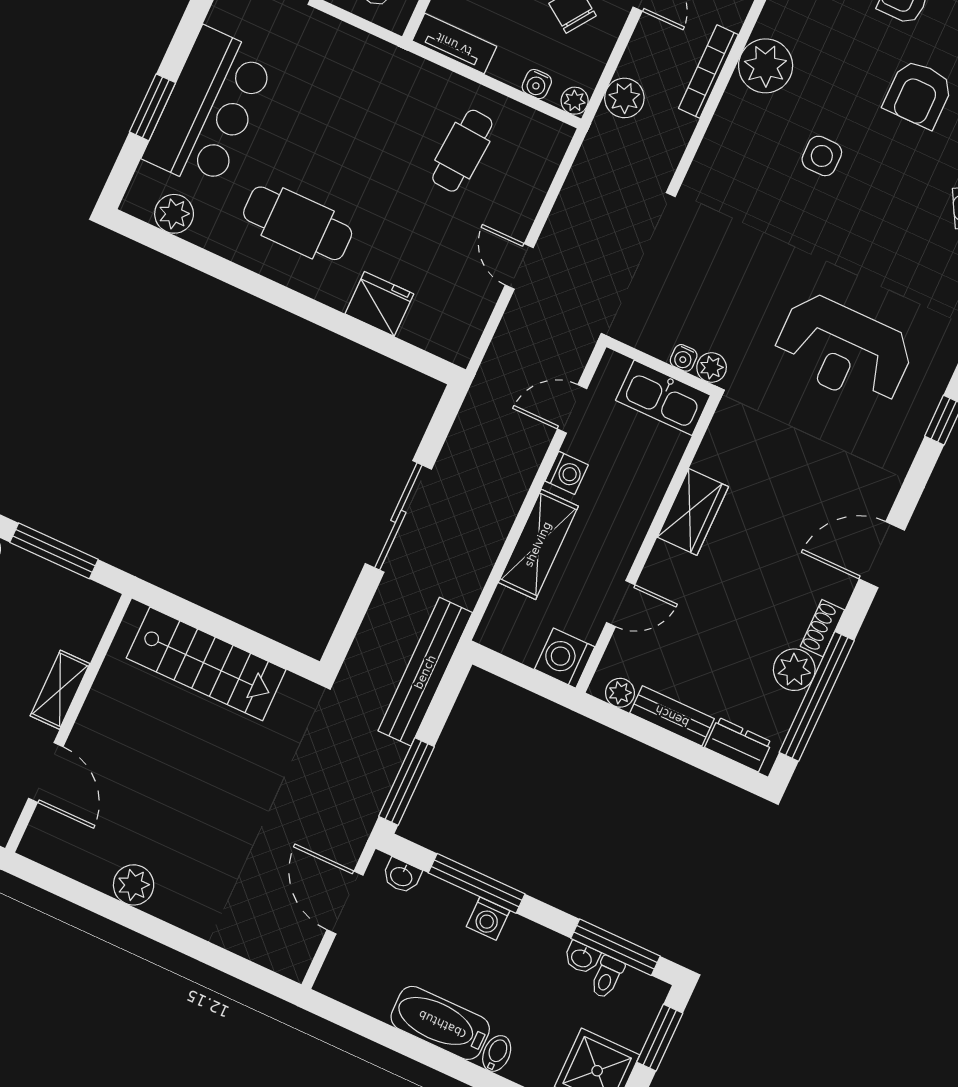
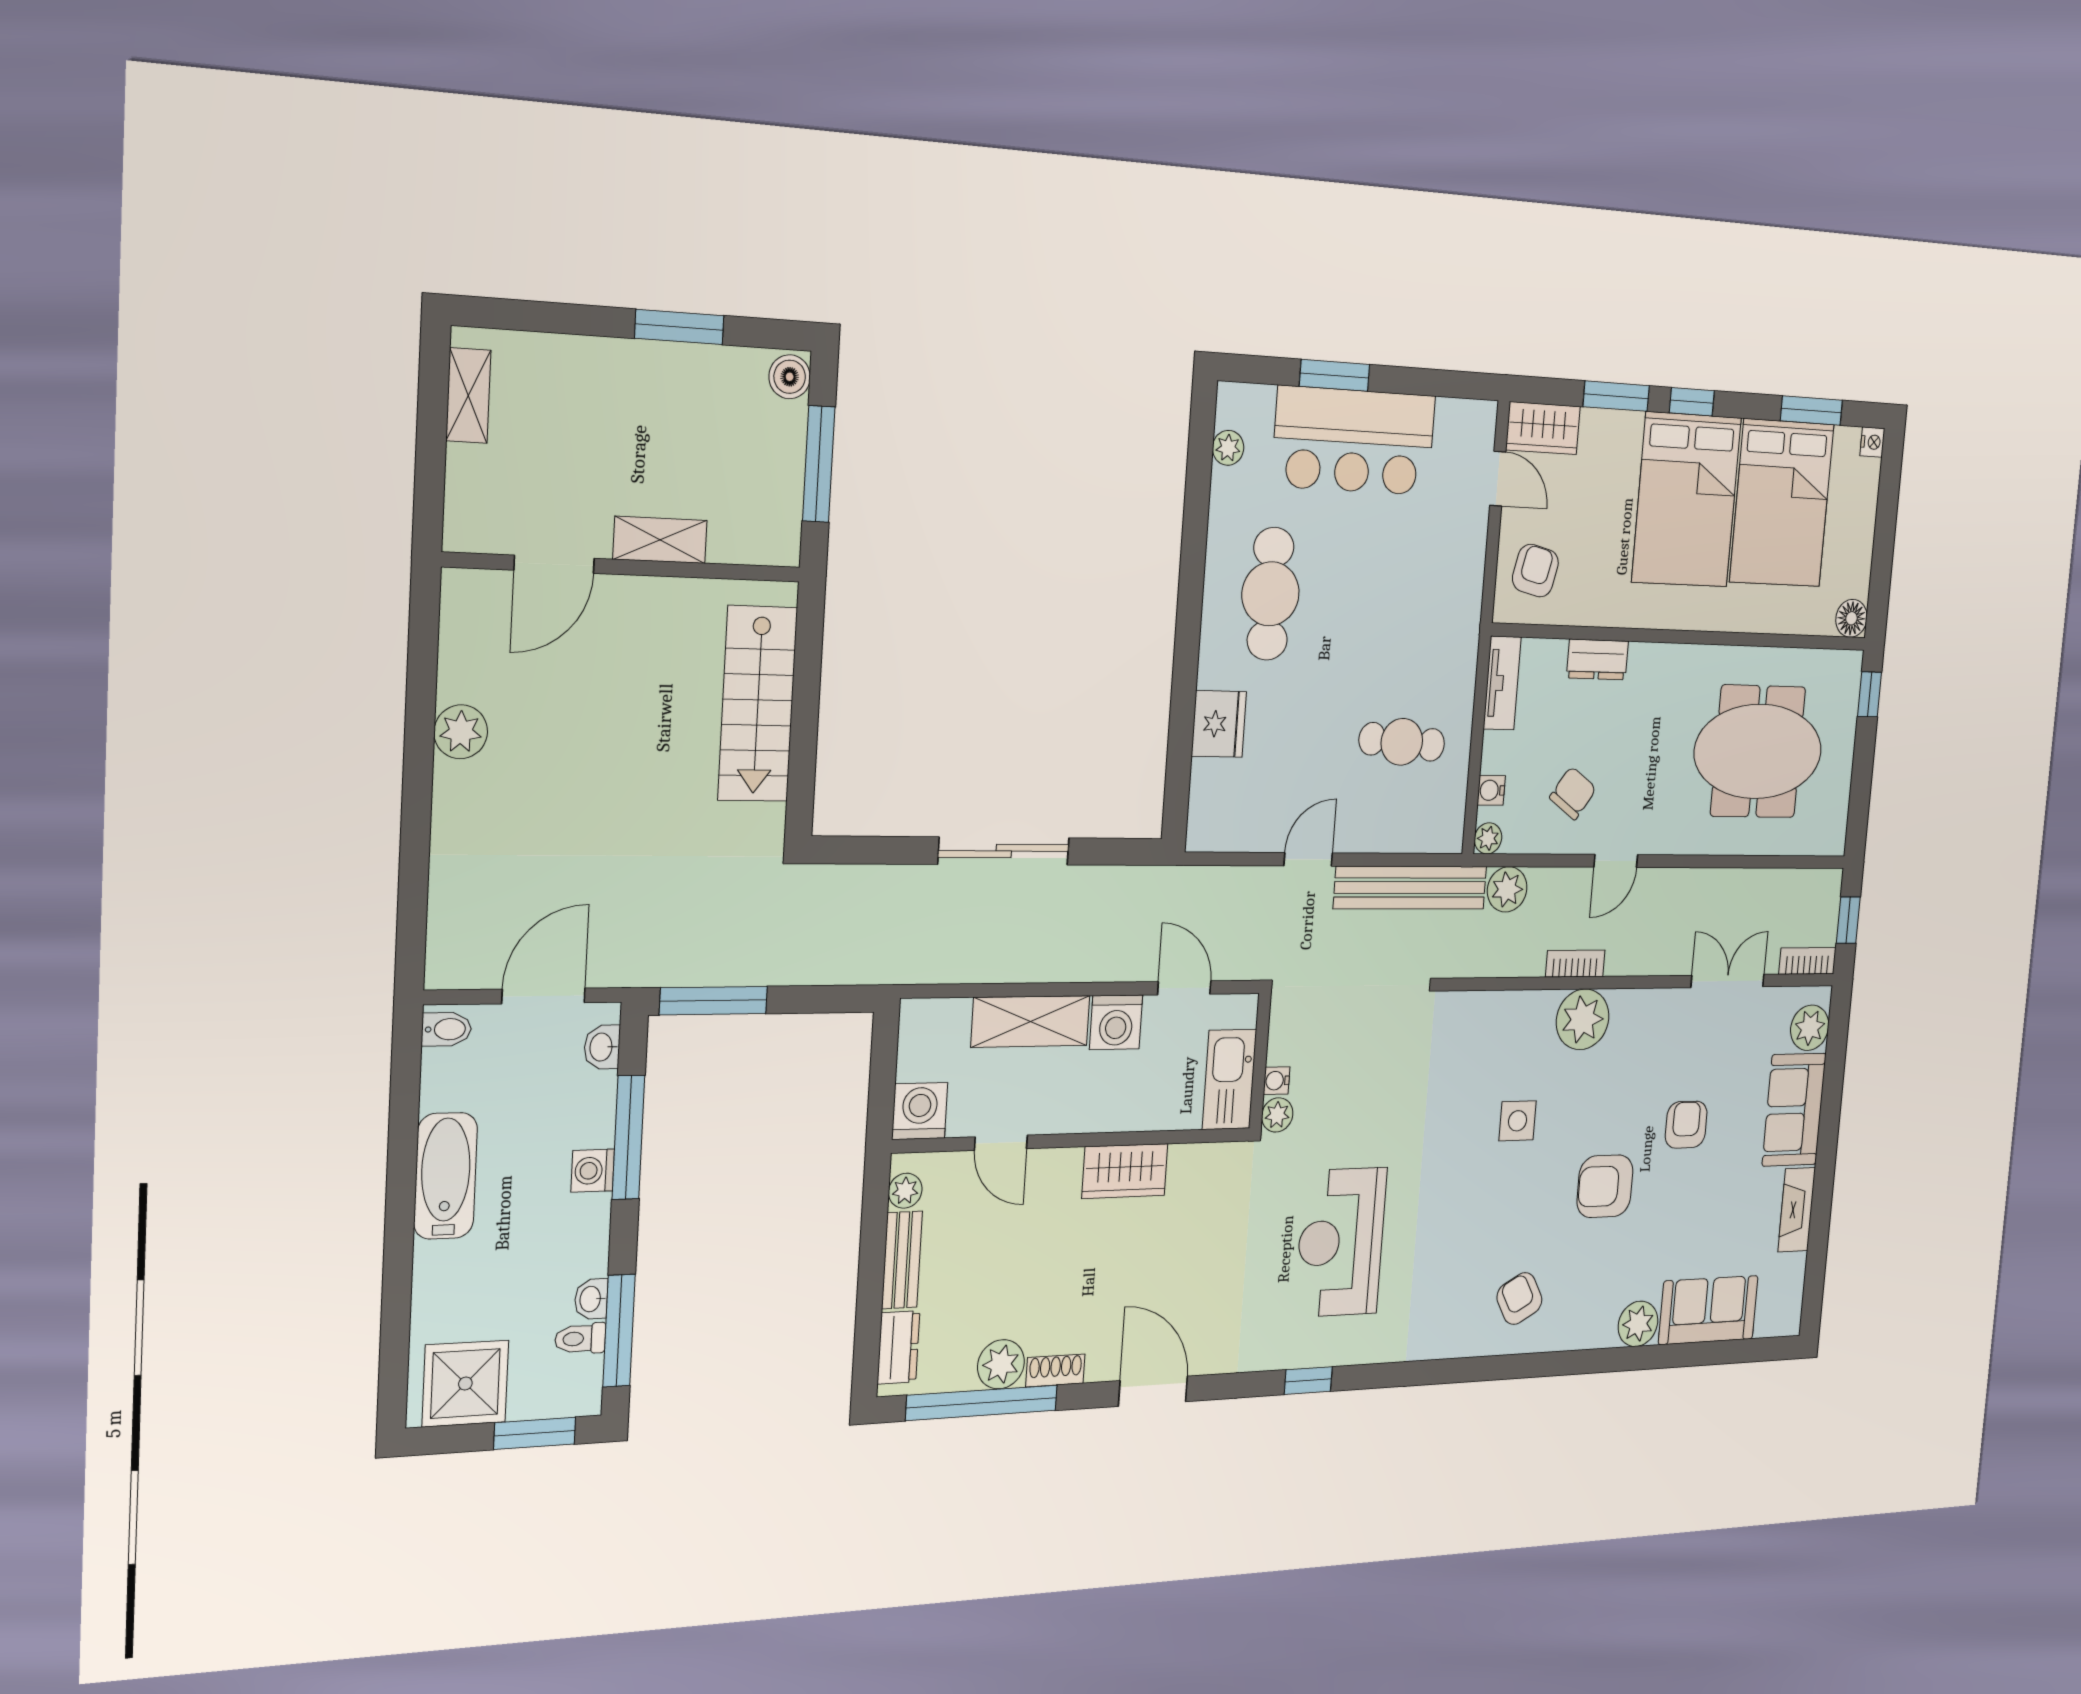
bookcase: (708, 72) -> (1575, 964), width x0.64
plant: (174, 214) -> (1228, 448), width x0.73, depth x0.73
washing machine: (567, 473) -> (1116, 1022), width x1.38, depth x1.38
bench: (425, 672) -> (1410, 888), moved
bidet: (497, 1053) -> (446, 1029), moved

